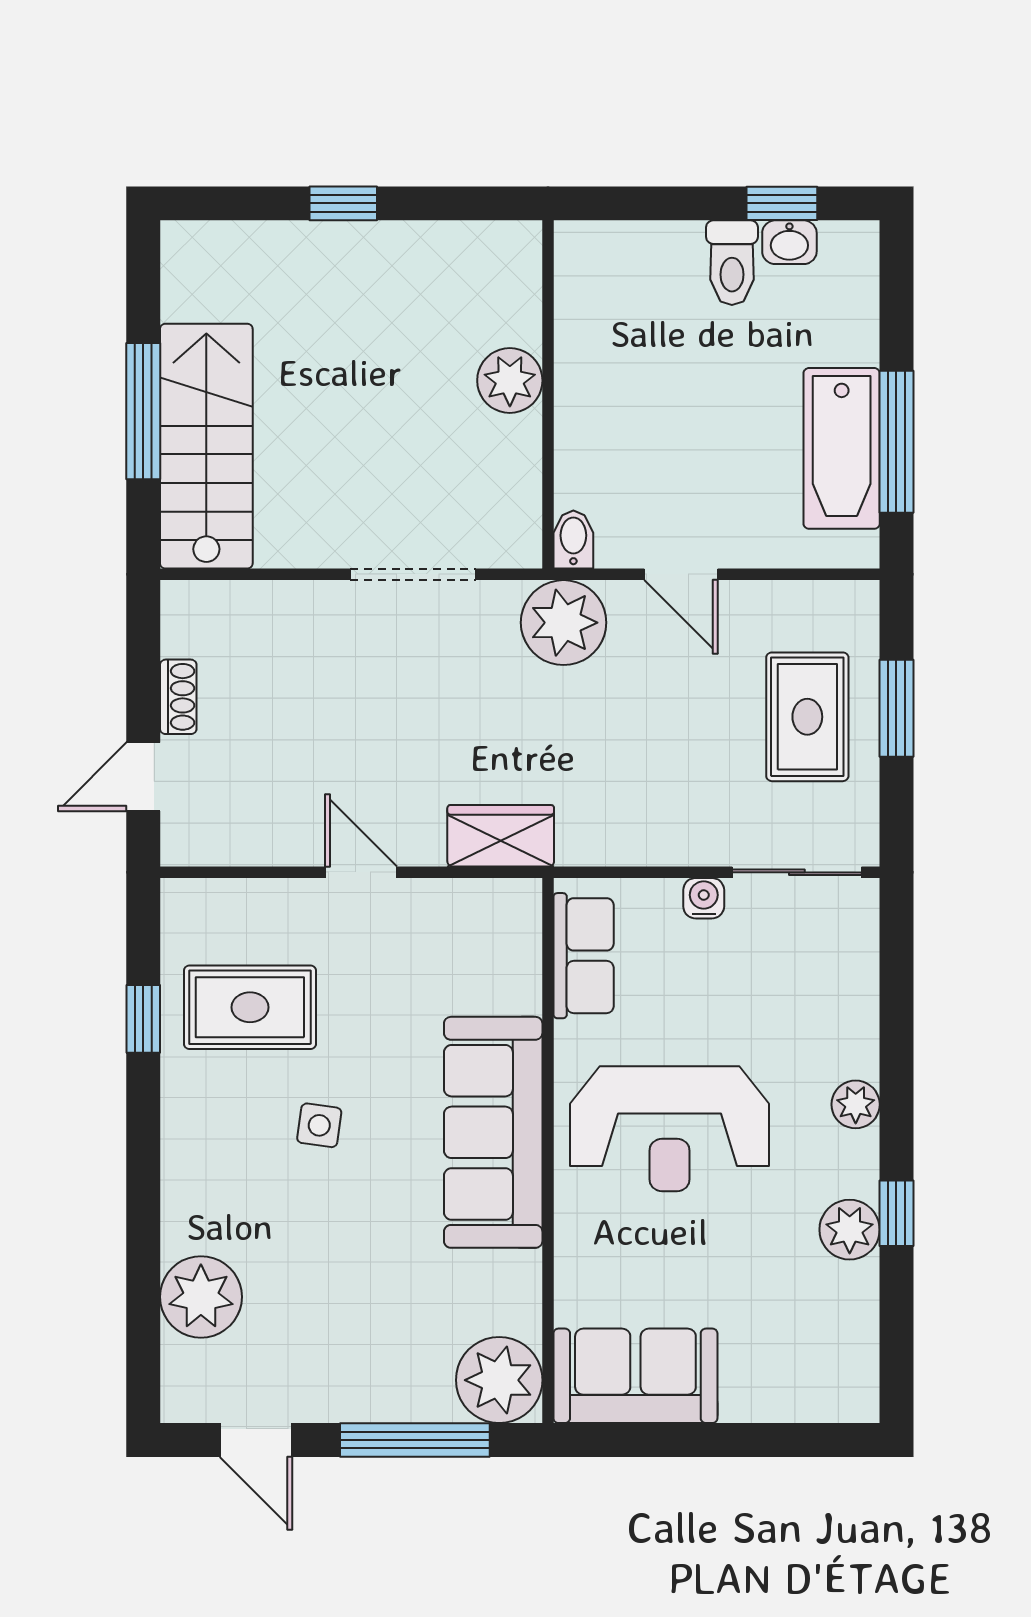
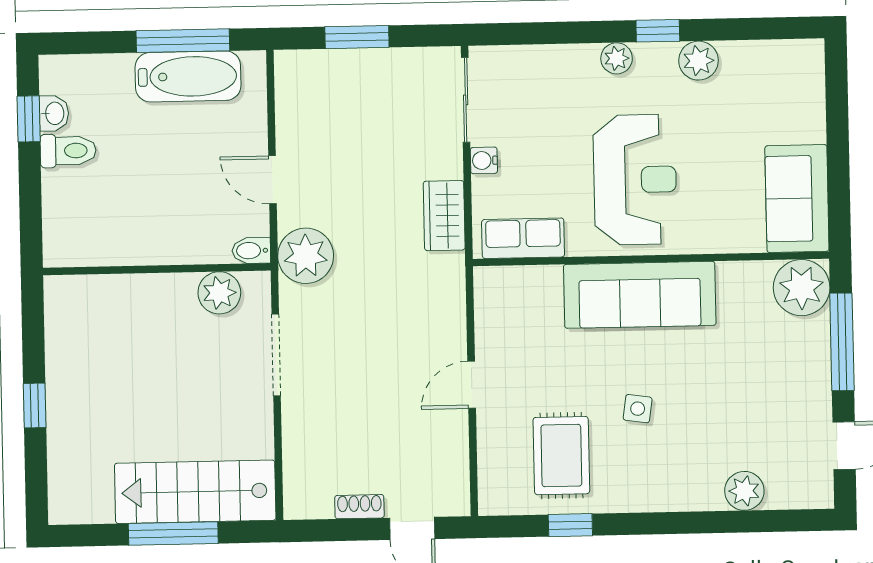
plant: (510, 381) -> (219, 293), moved
door: (681, 574) -> (272, 180), swing flipped
rug: (807, 717) -> (364, 95), removed
wardrobe: (501, 836) -> (444, 216), moved
window: (896, 1213) -> (658, 31), moved
plant: (201, 1297) -> (744, 491), width x0.73, depth x0.73

